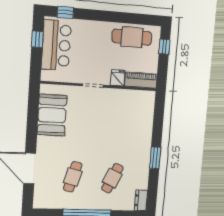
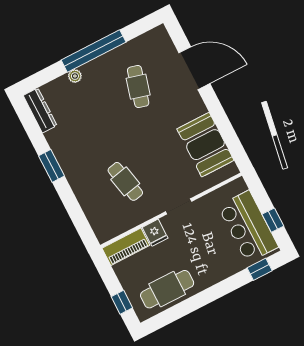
cafe table: (112, 178) -> (125, 181), moved, turned -36
dresser: (141, 200) -> (40, 110), width x1.44
plant: (108, 205) -> (75, 76), added

